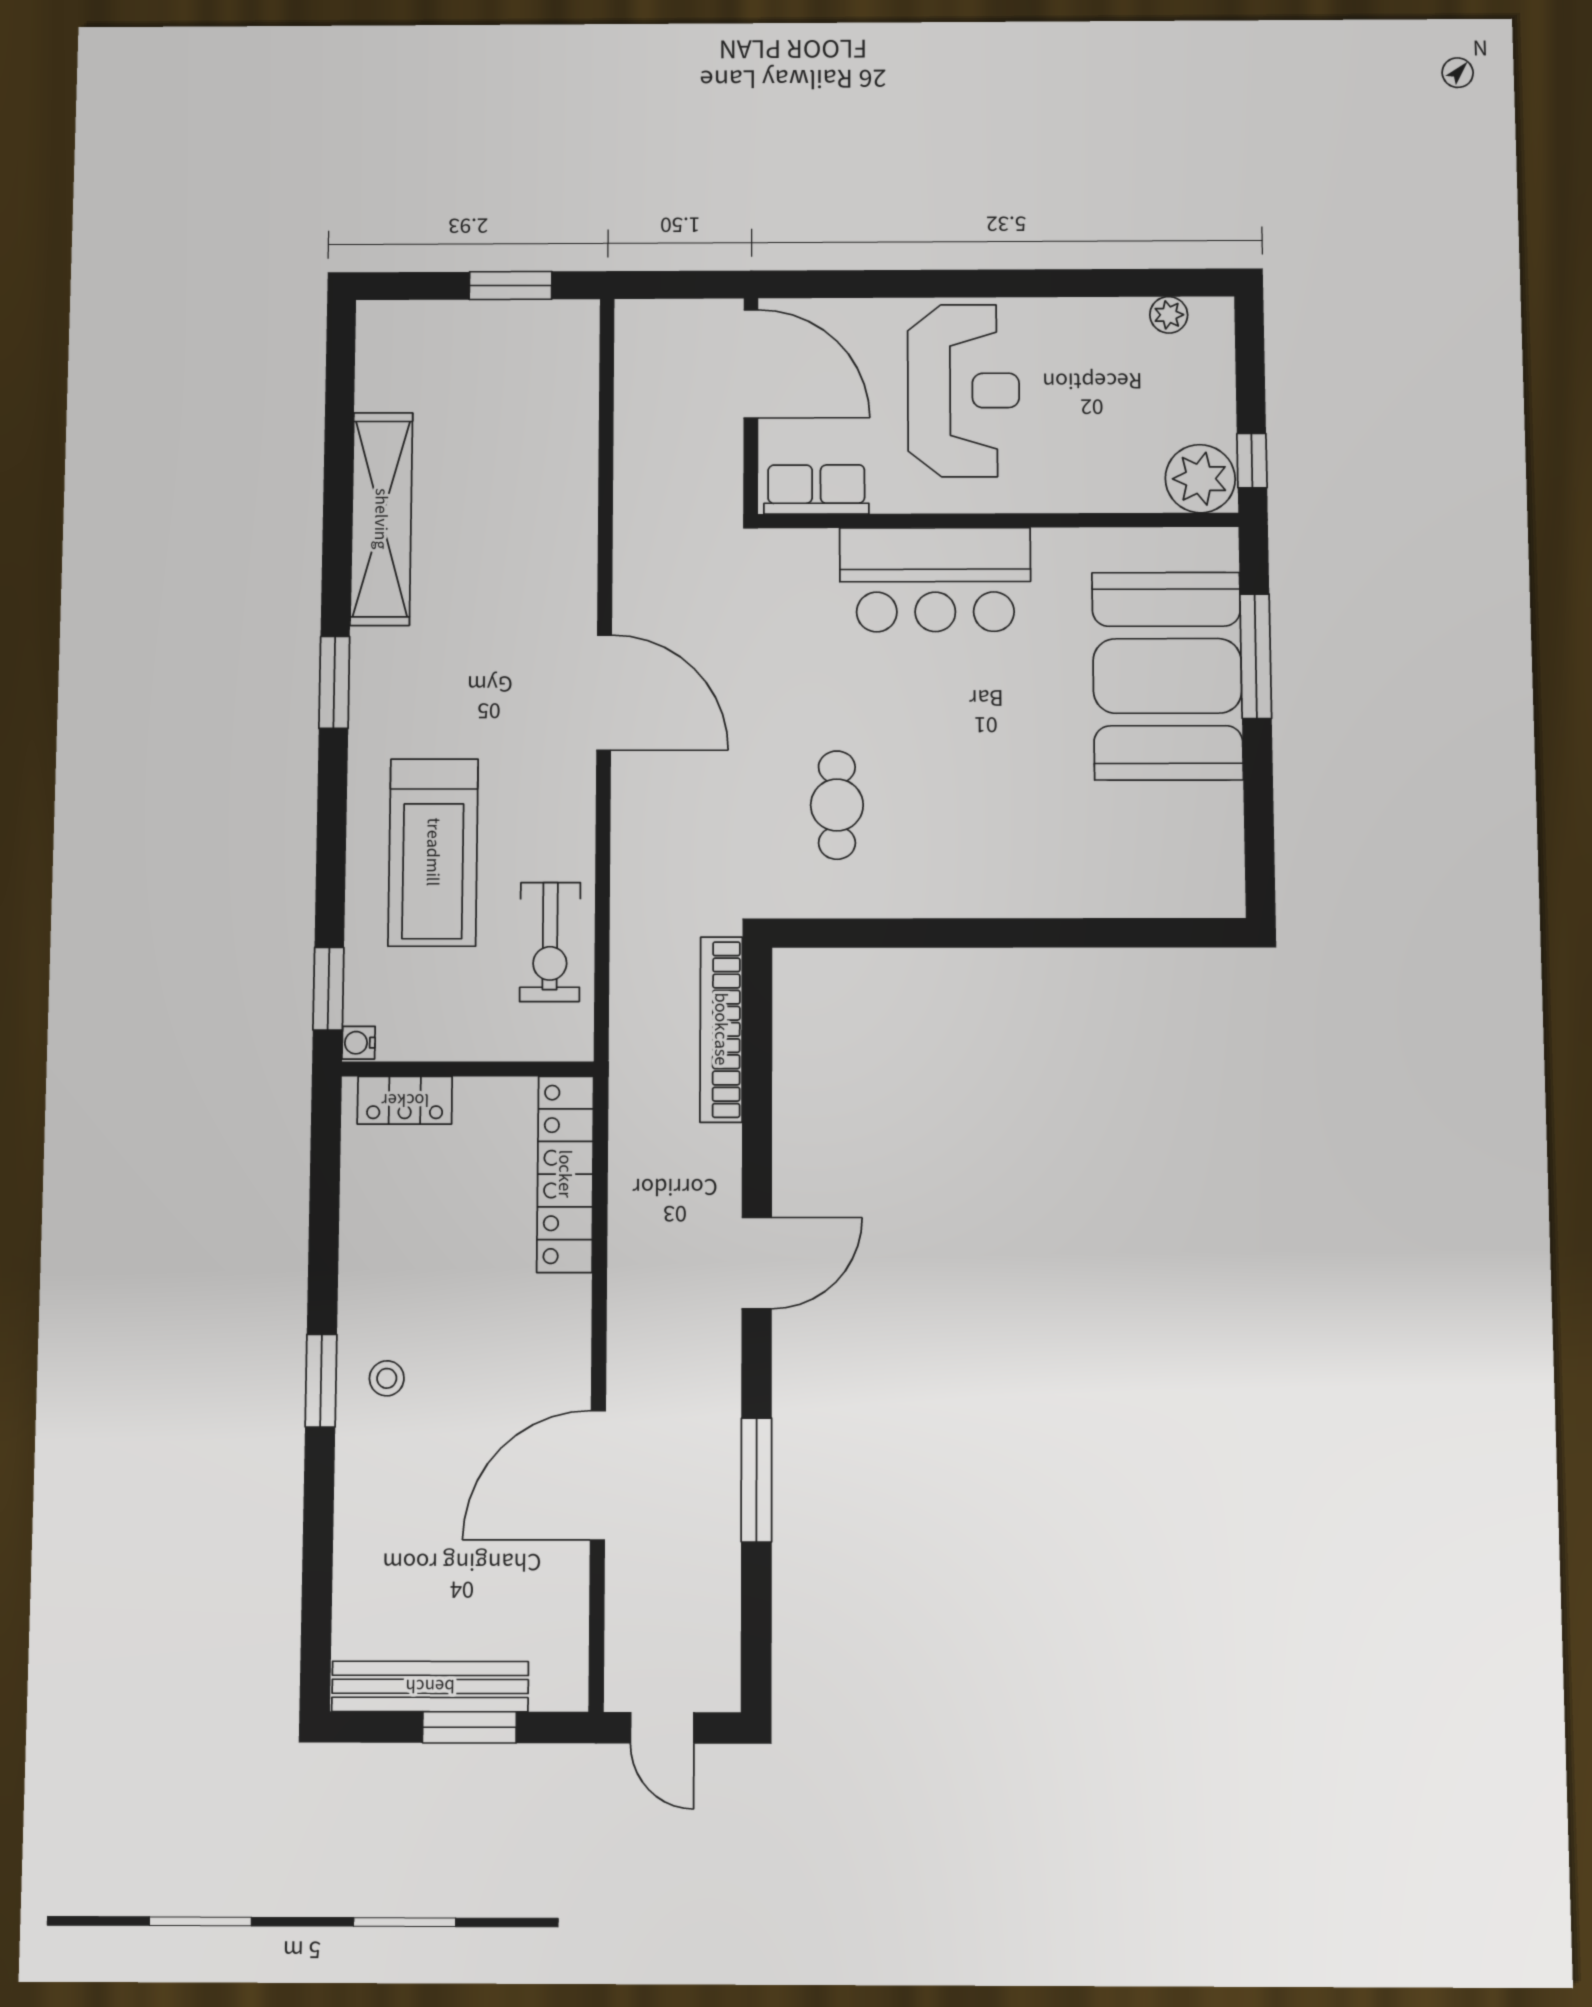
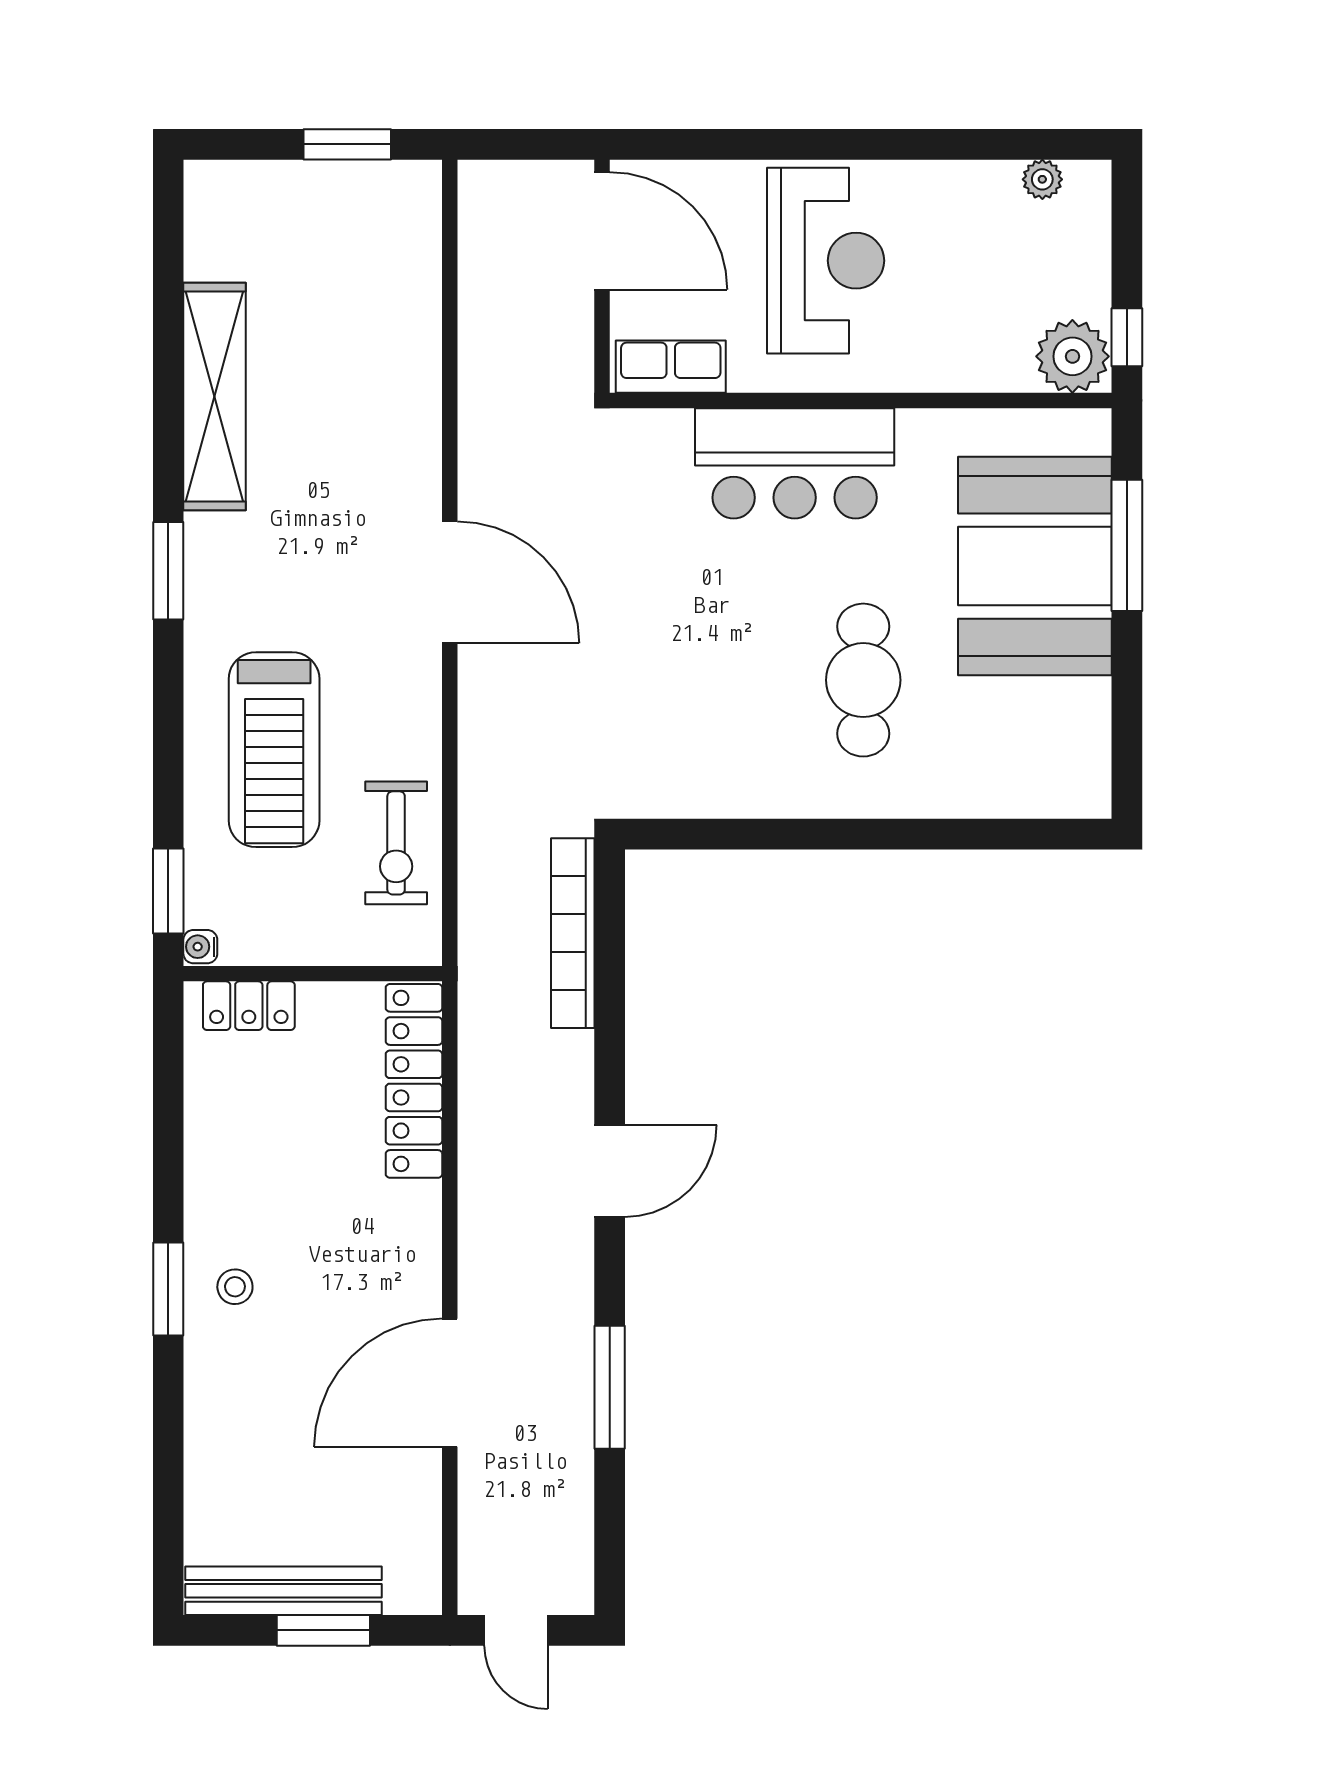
cafe table: (837, 805) -> (863, 680), moved, width x1.37, depth x1.35

